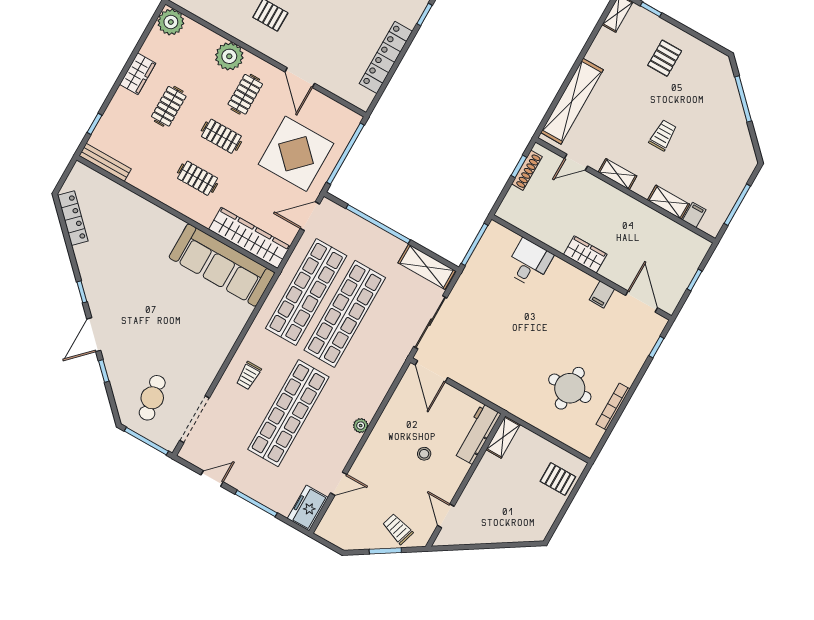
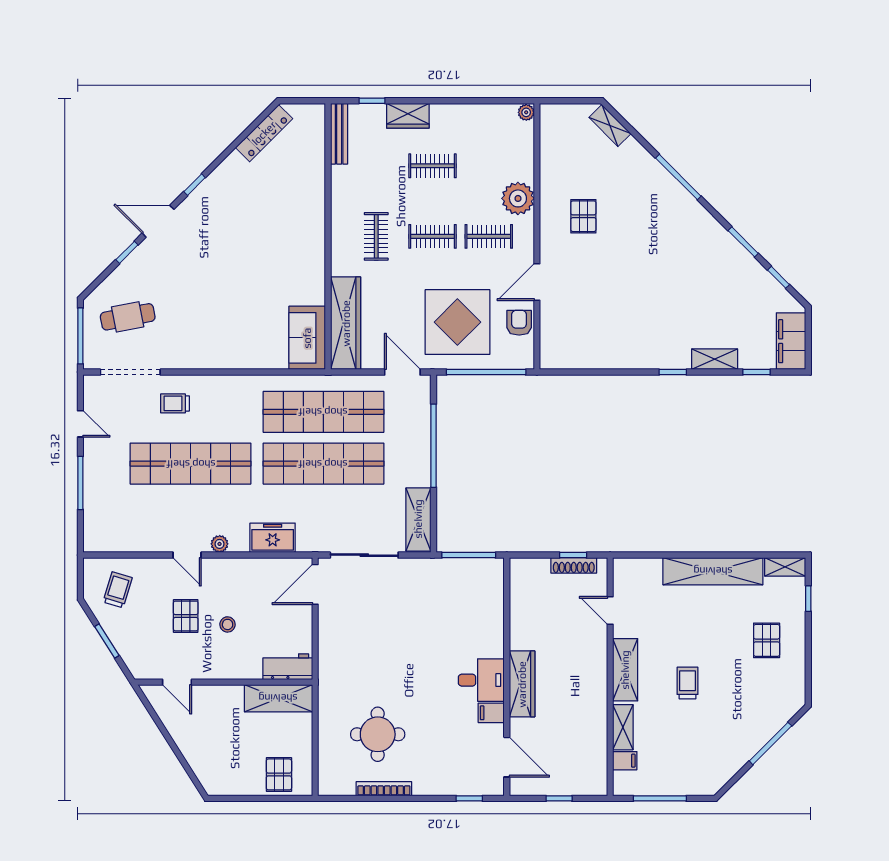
plant: (171, 22) -> (526, 112), width x0.53, depth x0.53
locker: (386, 57) -> (607, 358), removed
pallet: (665, 58) -> (767, 640), turned 90
wardrobe: (138, 74) -> (408, 116), moved
shelving: (572, 101) -> (713, 571), moved
armchair: (323, 108) -> (519, 323), added
trolley: (663, 135) -> (688, 683), turned -90
clothes rail: (221, 136) -> (432, 236), turned 90
shelving: (617, 174) -> (625, 670), width x1.50, depth x1.33
wardrobe: (585, 254) -> (522, 684), width x1.50
desk: (529, 263) -> (481, 680), moved
sofa: (222, 265) -> (307, 338), width x0.54, depth x0.79
door: (642, 302) -> (507, 757), hinge flipped
trolley: (249, 376) -> (175, 403), moved
workbench: (477, 434) -> (288, 667), width x0.73
shelving: (503, 437) -> (278, 698), width x1.50, depth x1.33
pallet: (400, 481) -> (186, 616), added
door: (339, 484) -> (187, 555), moved
freezer: (308, 508) -> (273, 538), moved
door: (446, 516) -> (177, 682), swing flipped
trolley: (398, 529) -> (118, 590), moved

